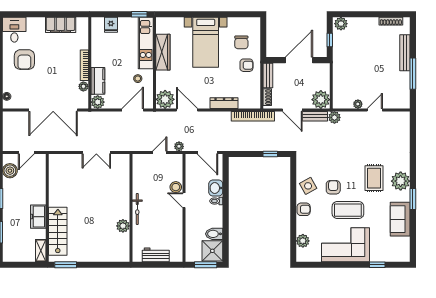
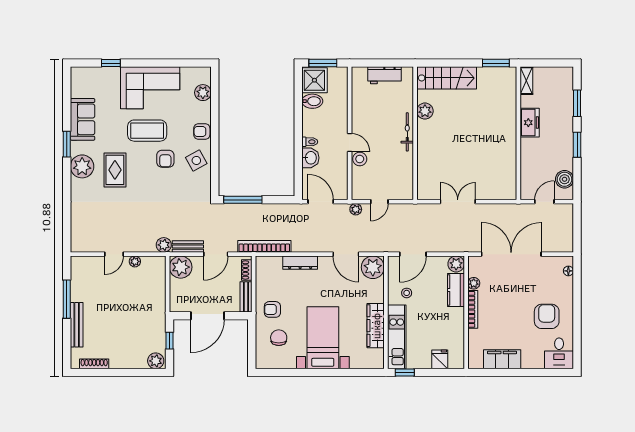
door: (292, 110) -> (216, 254), swing flipped
window: (270, 154) -> (243, 200), width x2.17
stairs: (58, 231) -> (447, 78), moved, turned -90

